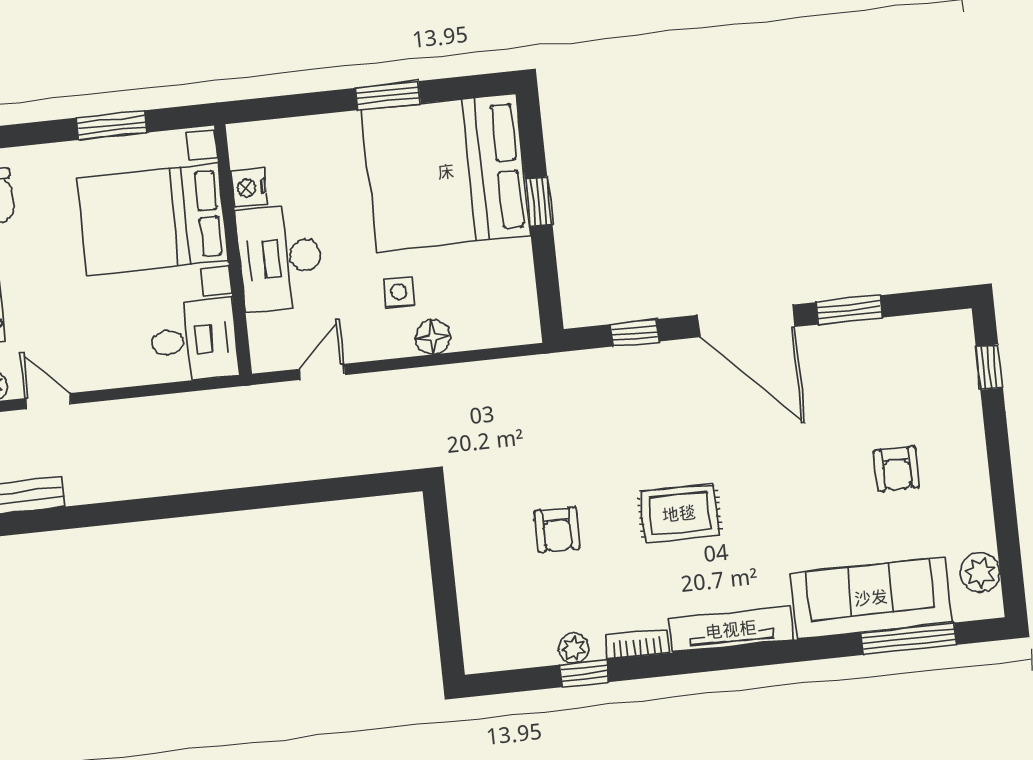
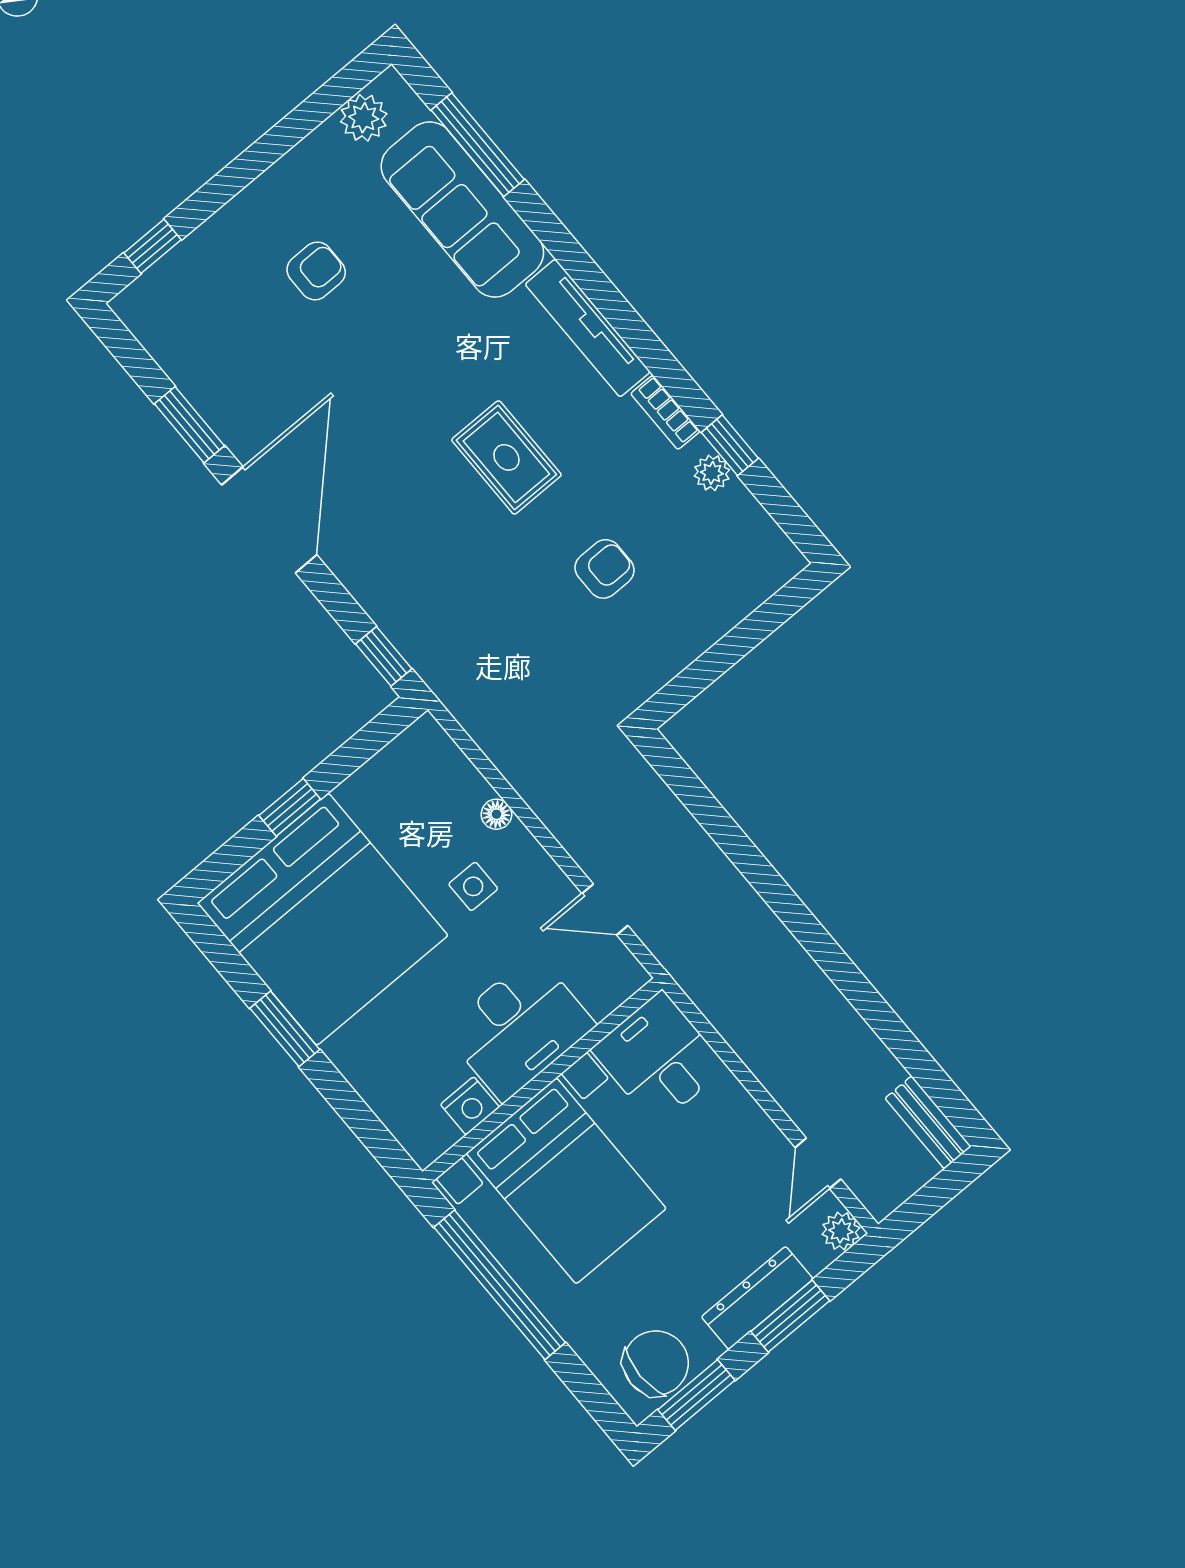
window: (112, 125) -> (500, 1285), width x2.11
window: (635, 333) -> (384, 656), moved
floor lamp: (433, 337) -> (496, 814), width x0.73, depth x0.73

